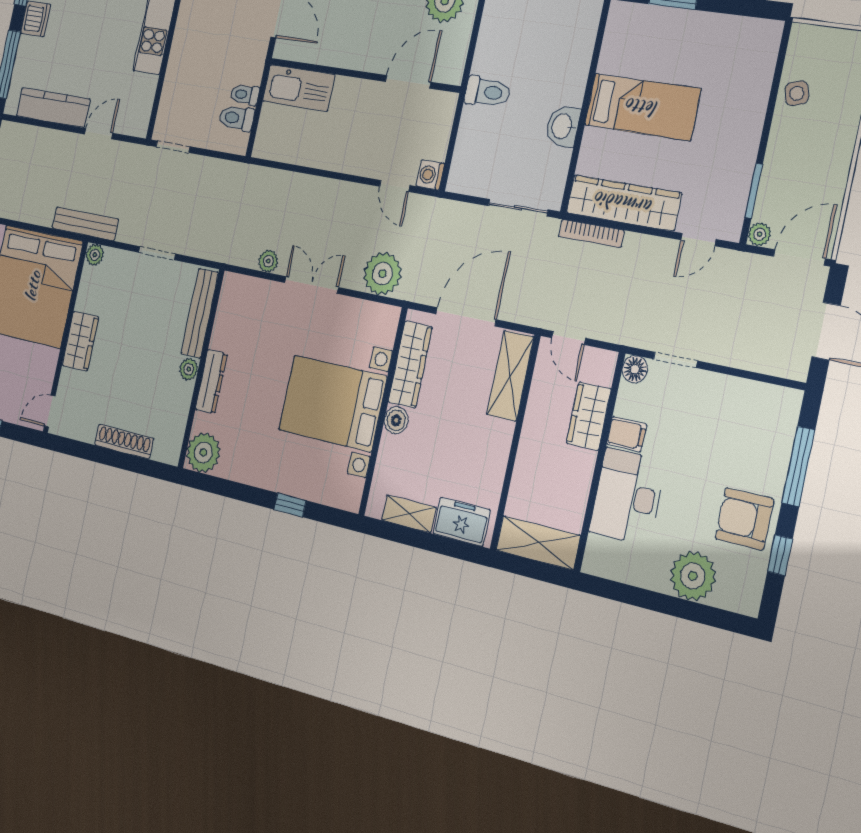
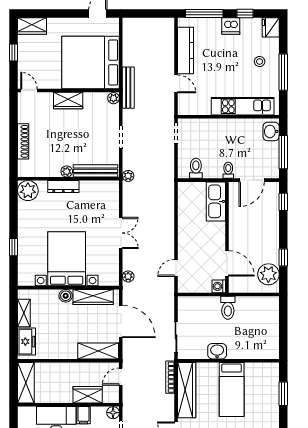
toilet: (245, 95) -> (228, 170), moved
washing machine: (430, 175) -> (219, 286), moved, turned -90
plant: (268, 261) -> (128, 176), moved
plant: (382, 274) -> (128, 276), width x0.53, depth x0.53

